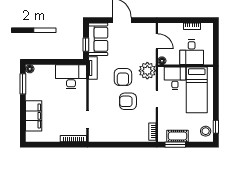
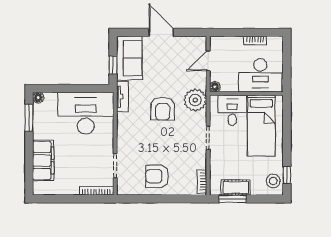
door: (157, 41) -> (208, 61), swing flipped
desk: (192, 52) -> (260, 75), width x1.37
desk: (71, 77) -> (86, 113), width x1.36, depth x1.30
armchair: (128, 101) -> (157, 176), moved

